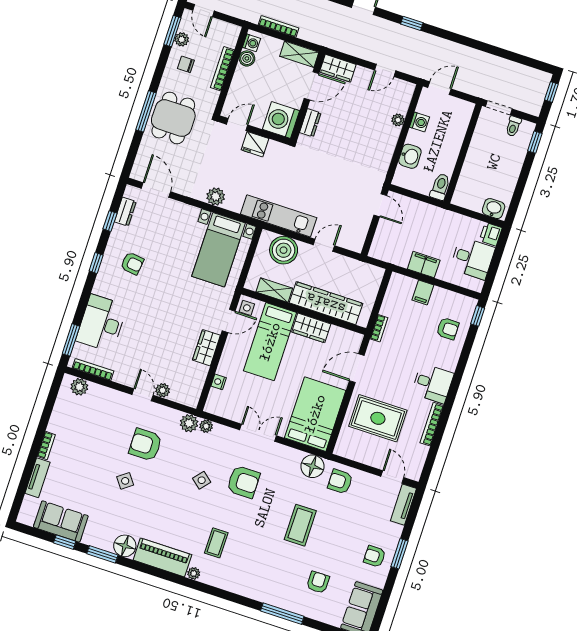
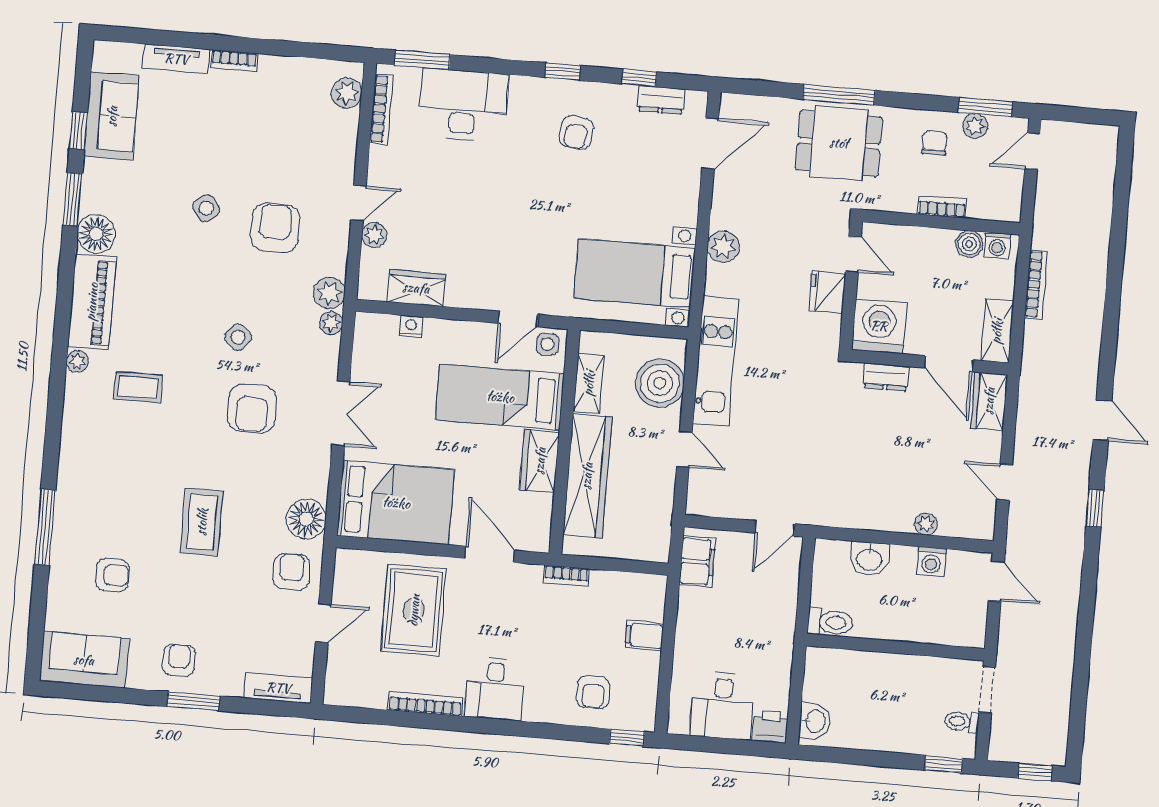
bookcase: (222, 69) -> (942, 207), width x0.64
filing cabinet: (424, 265) -> (697, 562), moved
door: (229, 321) -> (518, 319), hinge flipped
wardrobe: (206, 348) -> (416, 288), moved
door: (392, 477) -> (323, 623), moved
coffee table: (300, 525) -> (202, 522), turned 90

